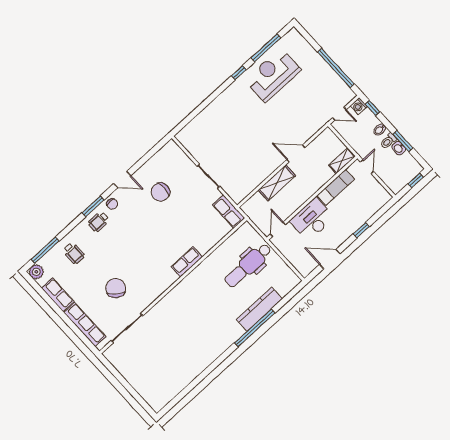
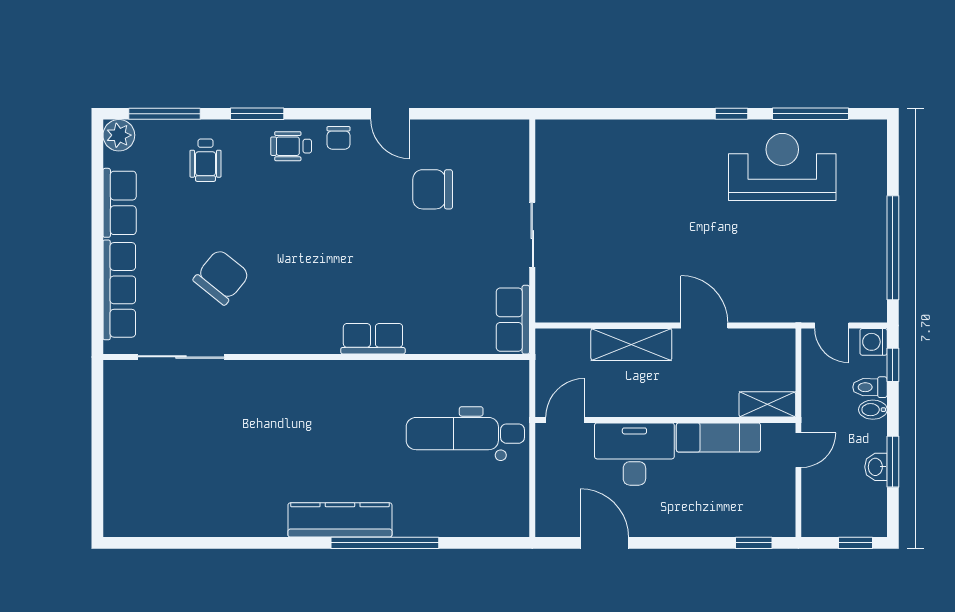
toilet: (388, 141) -> (870, 387), moved
window: (93, 206) -> (257, 114), moved
window: (361, 230) -> (754, 543), moved
kitchen counter: (259, 309) -> (340, 520), moved

